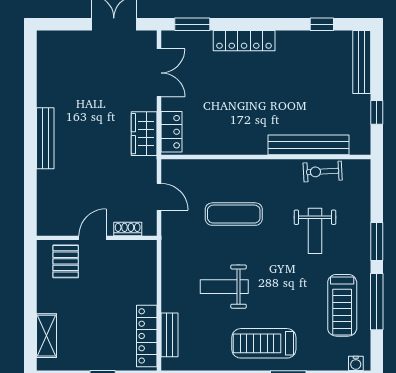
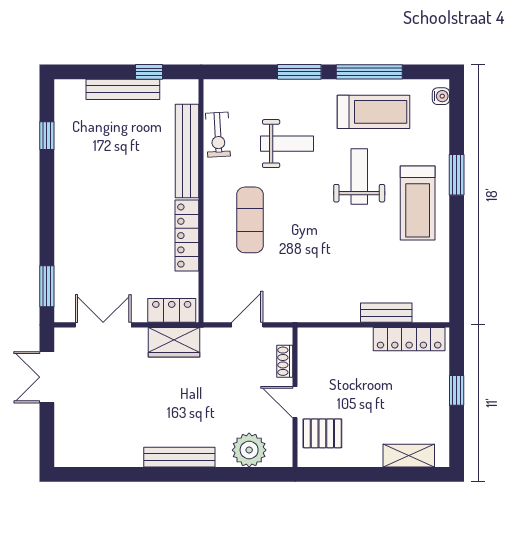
locker: (244, 41) -> (187, 236), moved, turned 180
bench: (362, 62) -> (123, 89), moved
plant: (51, 198) -> (249, 450), added
exercise mat: (234, 214) -> (250, 220), moved
weight bench: (224, 287) -> (359, 176), moved, turned 180
bench: (169, 335) -> (386, 313), moved

